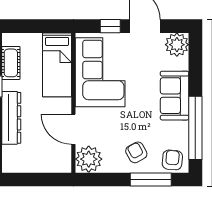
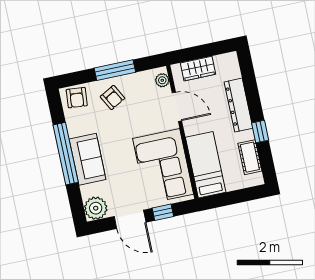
window: (195, 128) -> (66, 154), moved
plant: (89, 159) -> (162, 80), width x0.53, depth x0.53
wardrobe: (44, 163) -> (198, 69), added
window: (151, 180) -> (115, 70), moved

